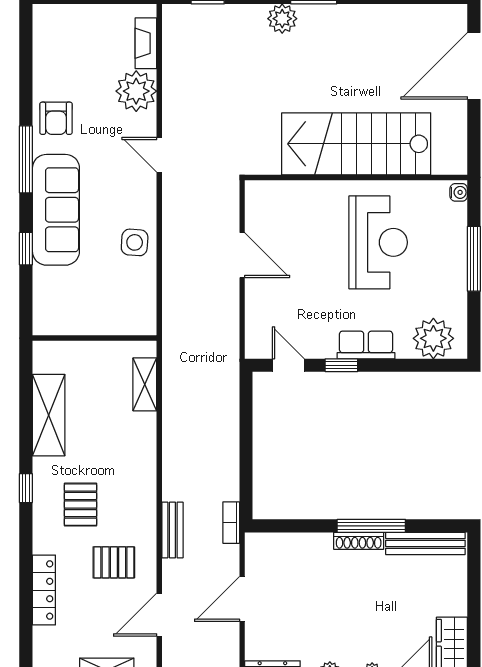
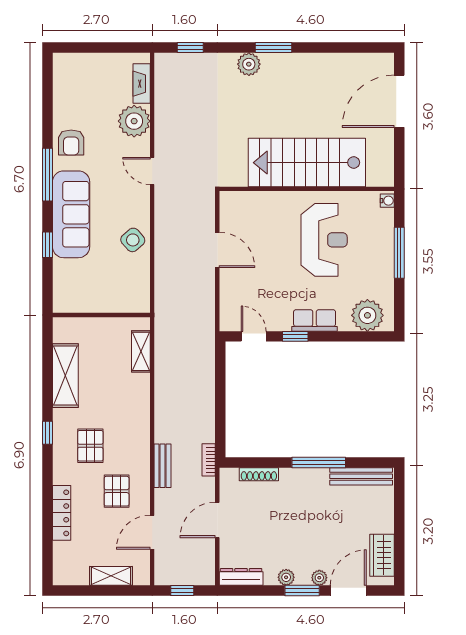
side table: (135, 242) -> (133, 240), turned 45
shoe rack: (359, 541) -> (259, 474), moved
pallet: (114, 562) -> (117, 491), turned 90

